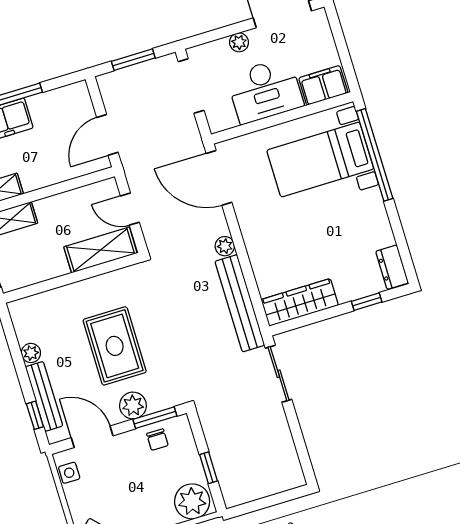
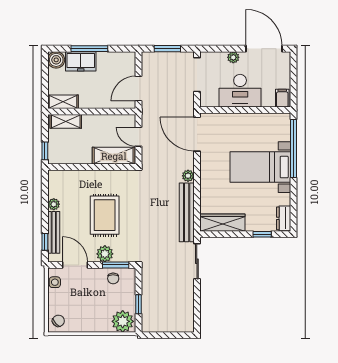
filing cabinet: (323, 85) -> (282, 98), width x0.50
bed with nightstands: (320, 160) -> (260, 167), moved

